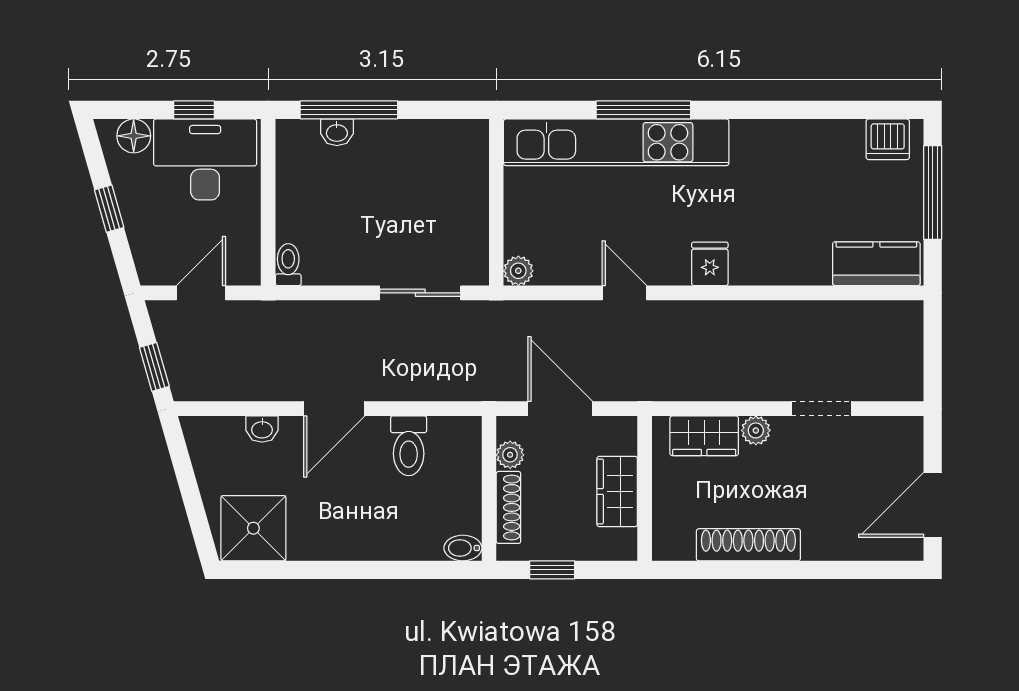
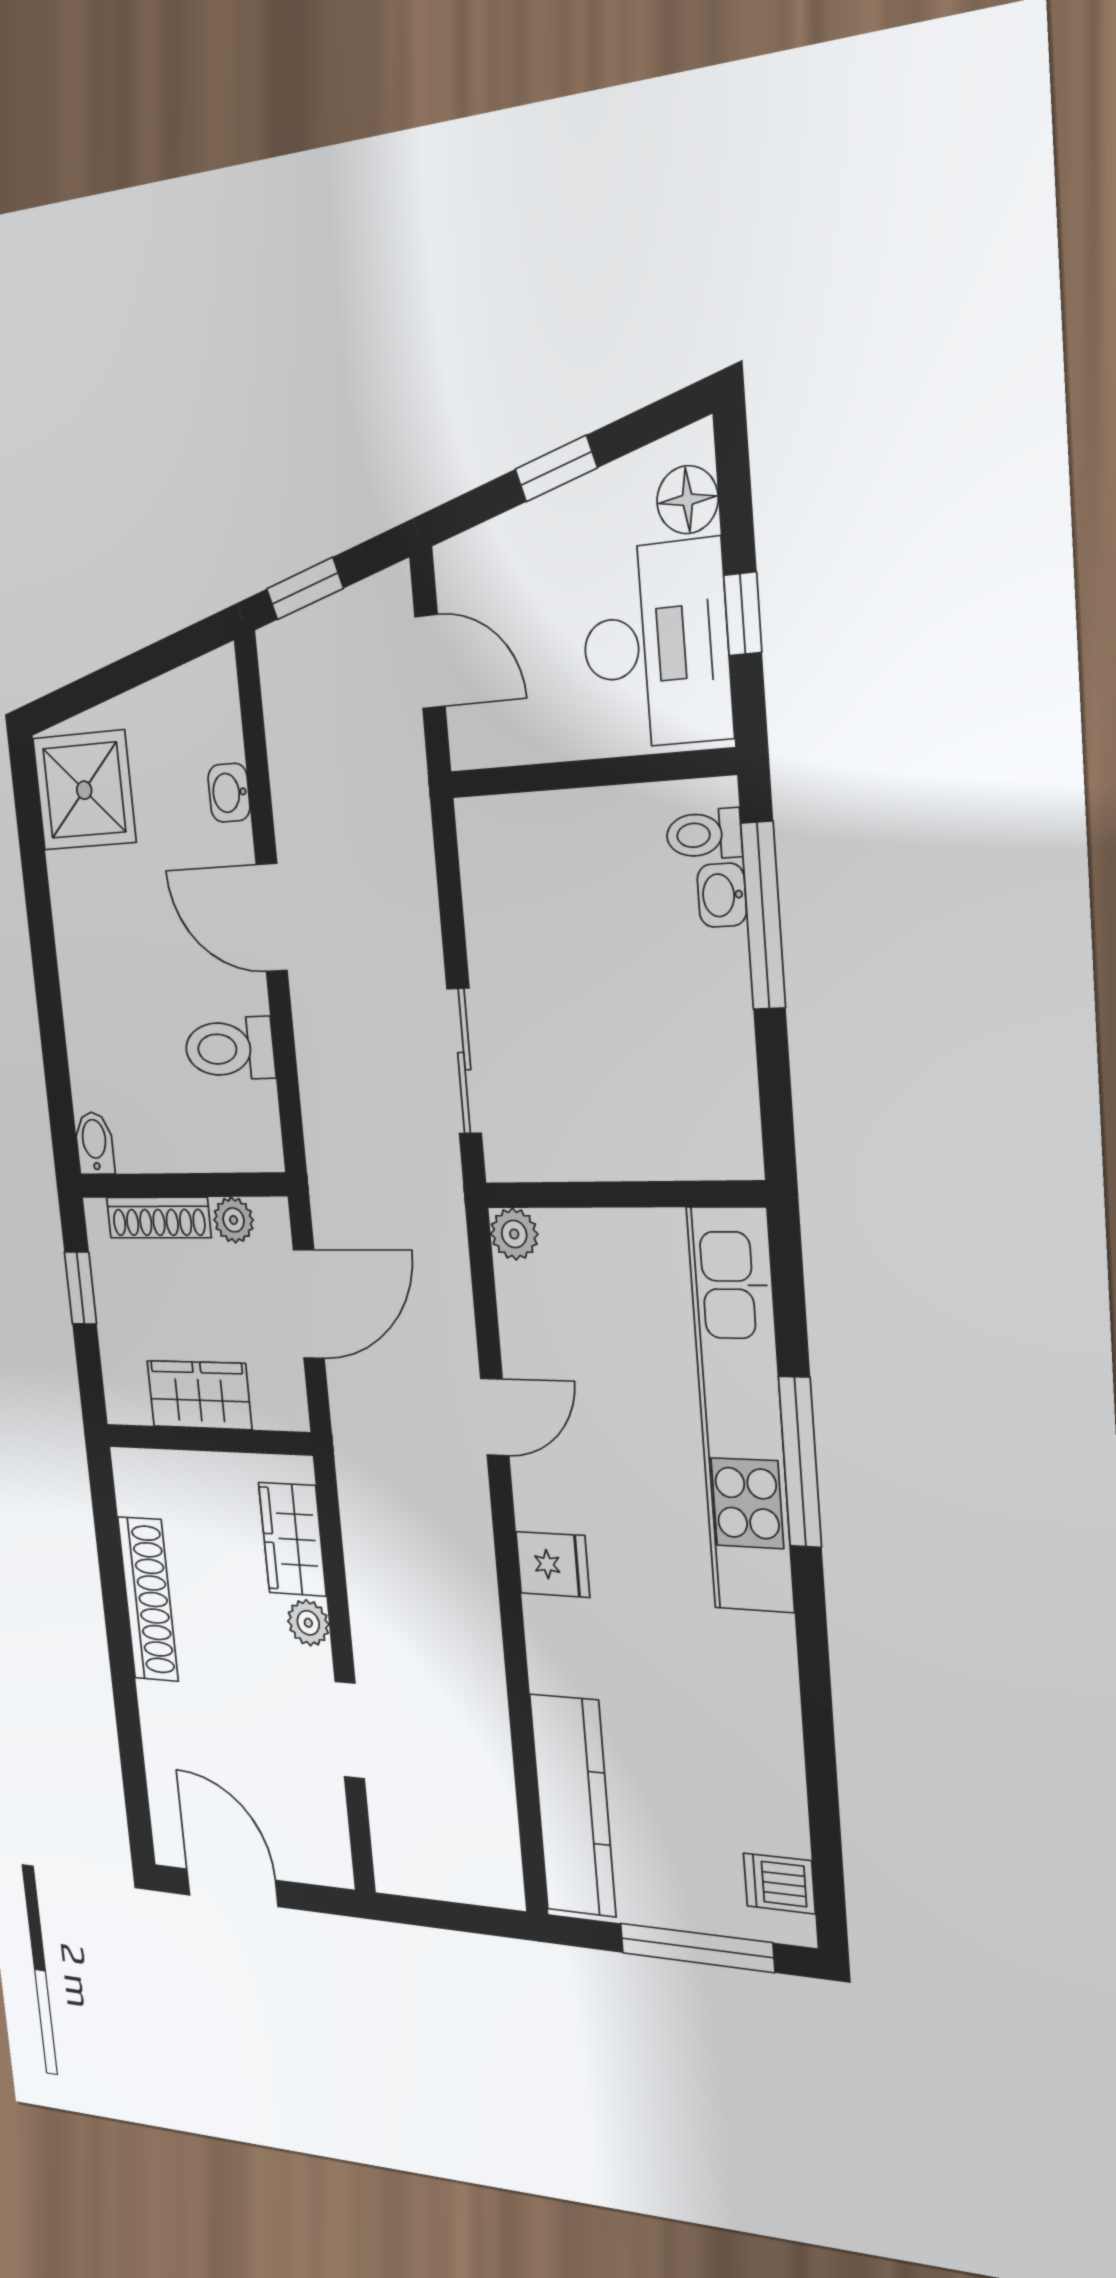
dishwasher: (888, 139) -> (779, 1884), width x0.73
kitchen counter: (876, 264) -> (573, 1806), width x1.50
toilet: (288, 265) -> (704, 835), moved, turned 180

